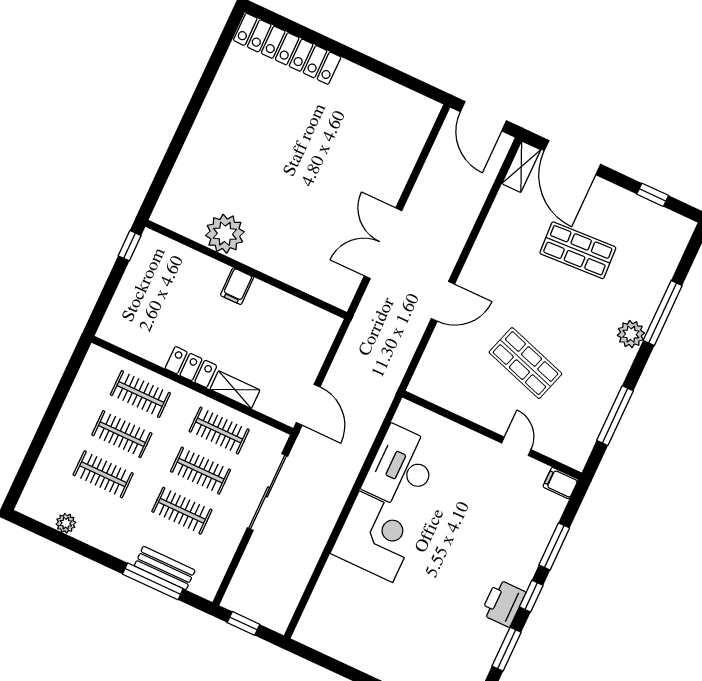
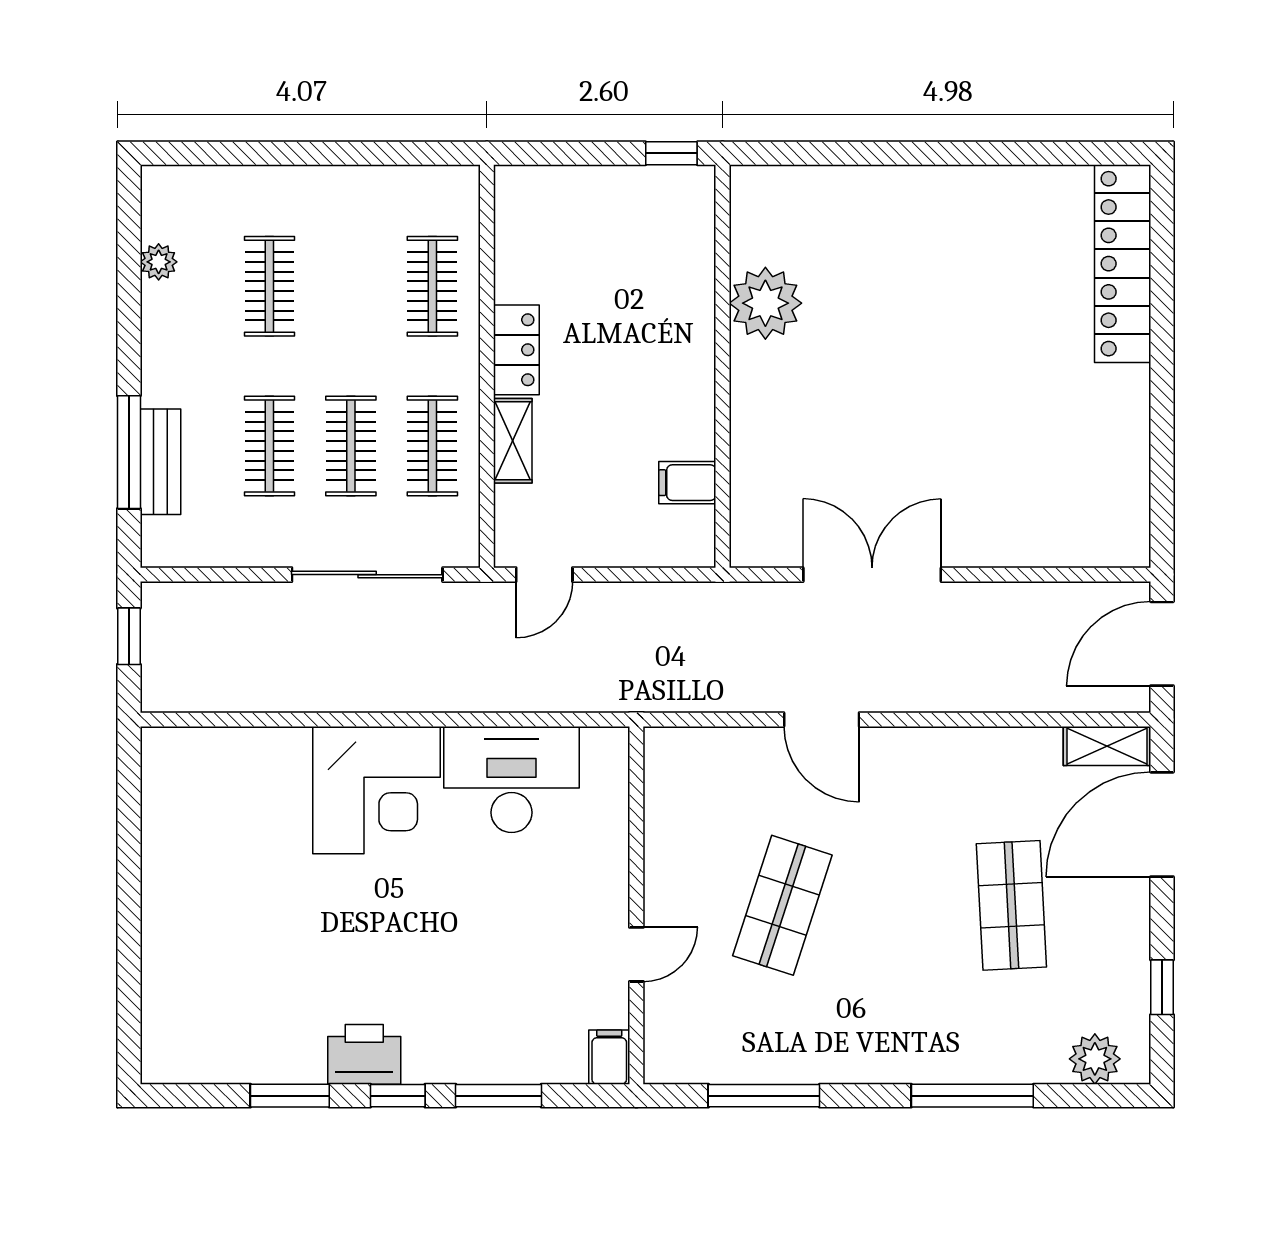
filing cabinet: (237, 286) -> (687, 483), moved
plant: (631, 334) -> (1095, 1059), moved
door: (308, 405) -> (544, 575), width x0.73
clothes rail: (122, 434) -> (351, 286), removed

